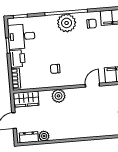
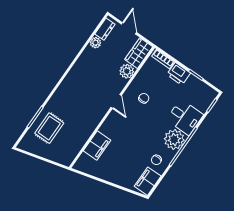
desk: (22, 36) -> (185, 117), moved, turned 90
door: (92, 85) -> (116, 101), moved
plant: (58, 96) -> (127, 71), moved

